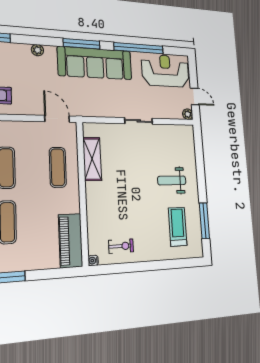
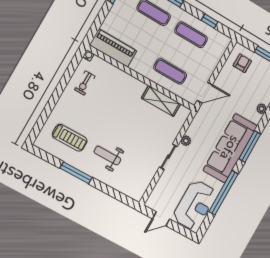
plant: (188, 114) -> (186, 141), moved
weight bench: (172, 180) -> (107, 156), turned -90
window: (204, 221) -> (76, 173), moved

